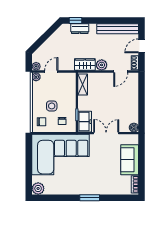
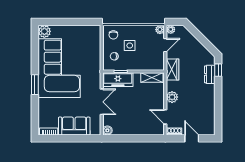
bench: (118, 29) -> (210, 114), removed
wardrobe: (85, 64) -> (173, 69), moved
door: (51, 72) -> (165, 45), hinge flipped
freezer: (85, 122) -> (118, 80), width x1.40
corner sofa: (61, 154) -> (59, 68), moved, turned 180

